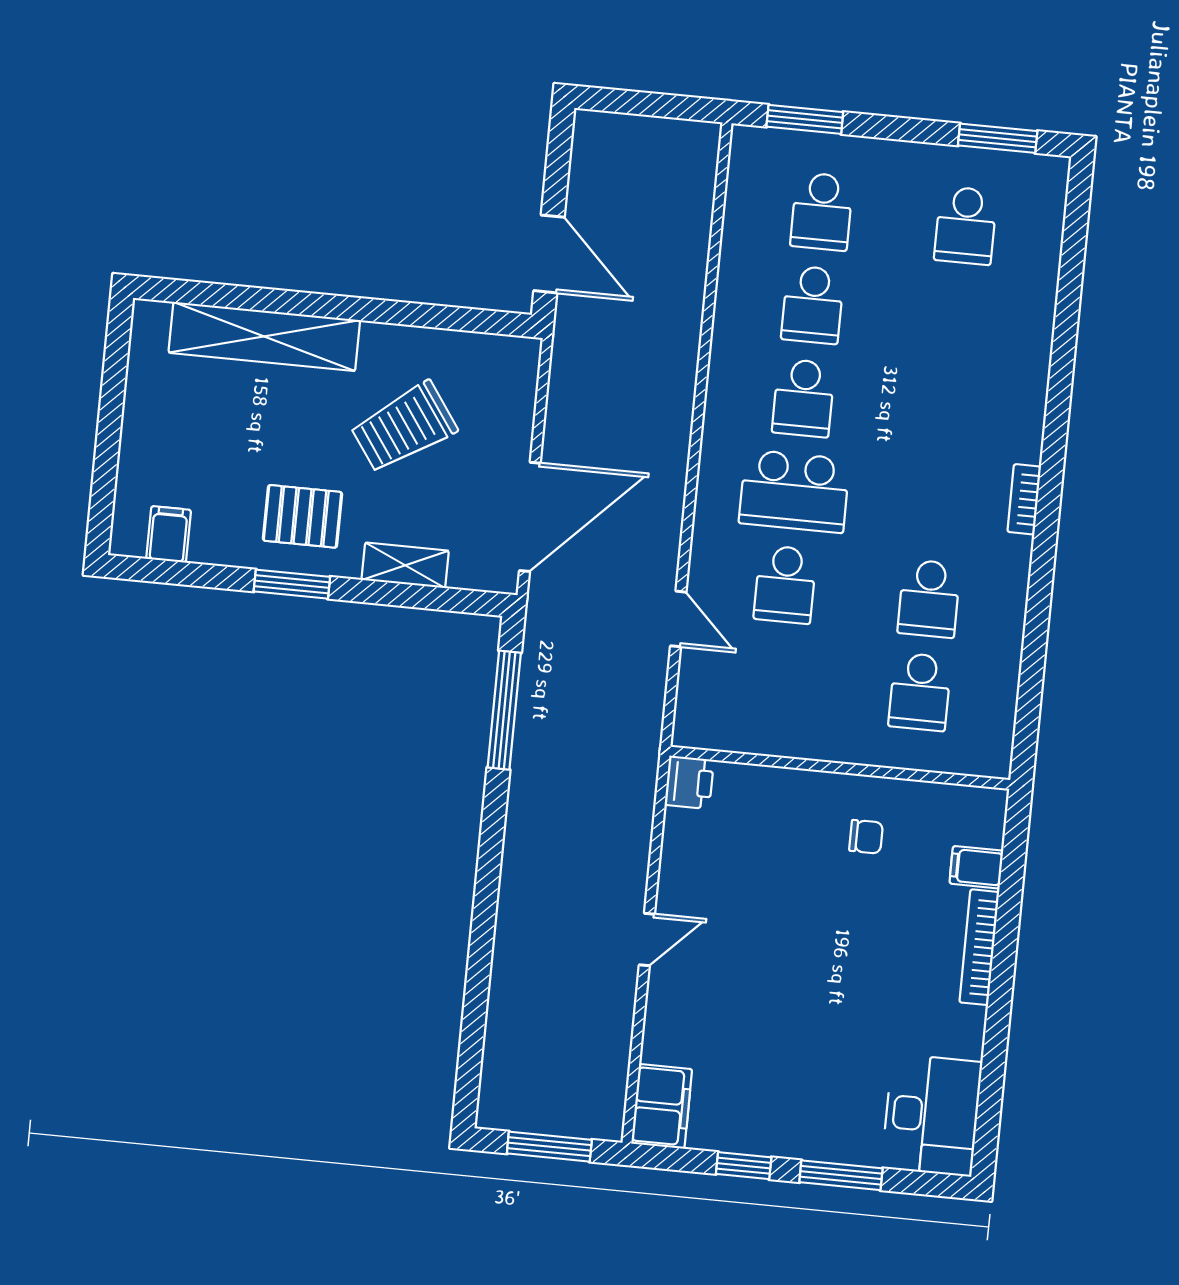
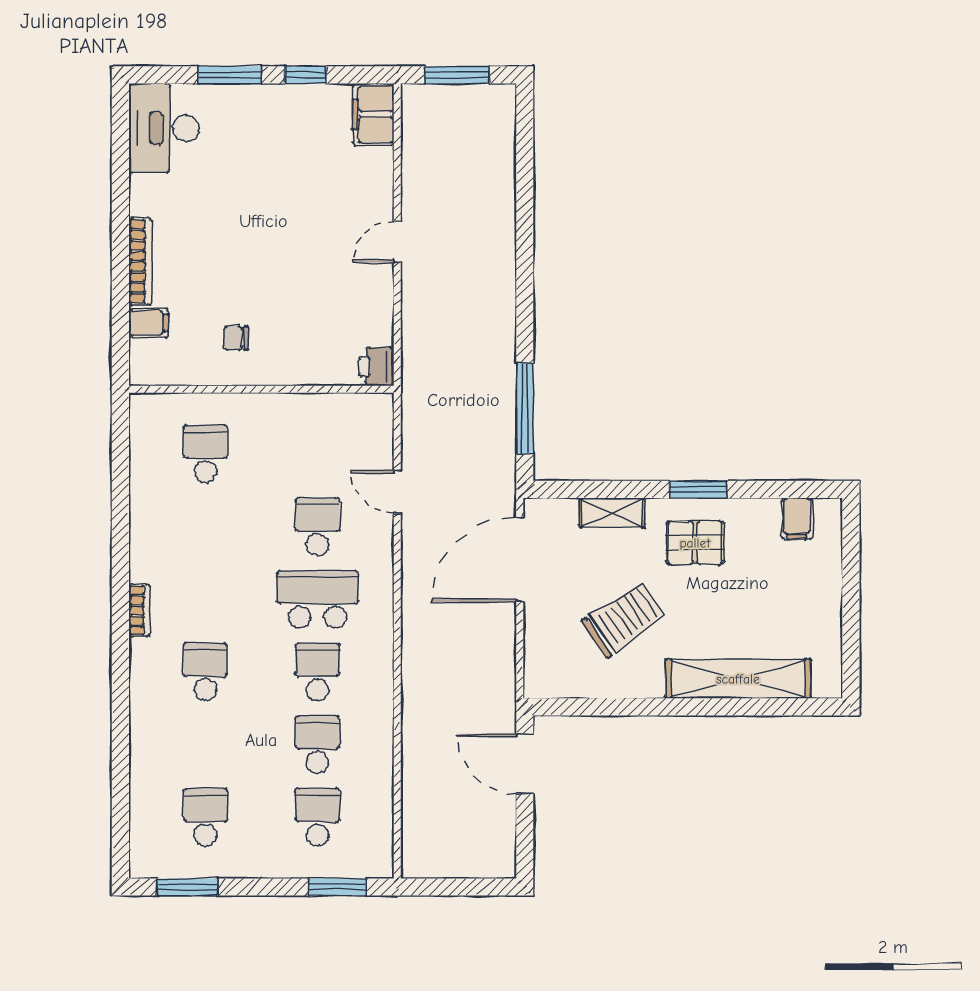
school desk: (929, 599) -> (205, 672), moved

